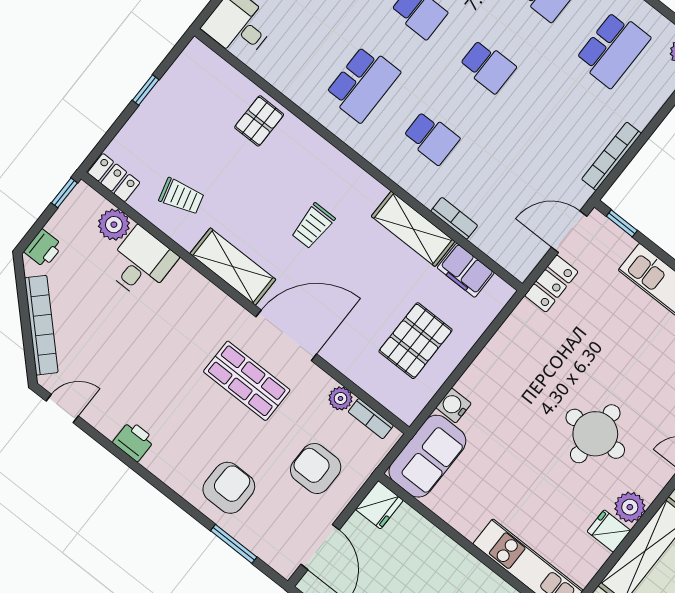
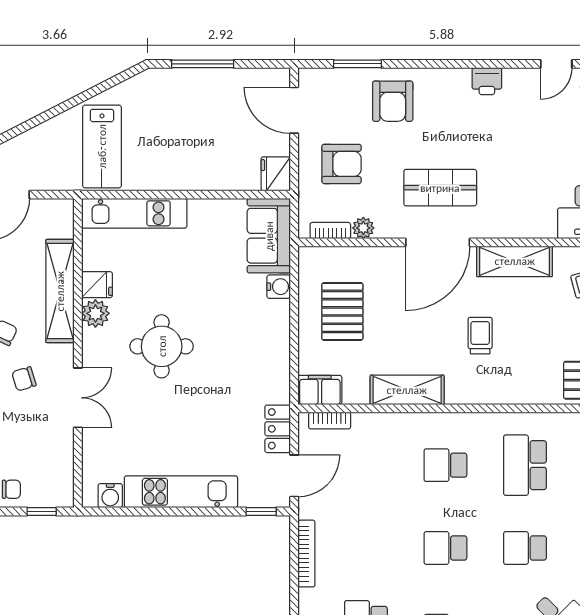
bookcase: (454, 218) -> (330, 421), moved
filing cabinet: (466, 270) -> (320, 390), moved

